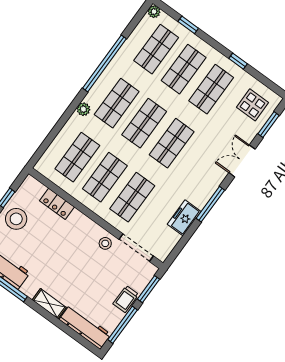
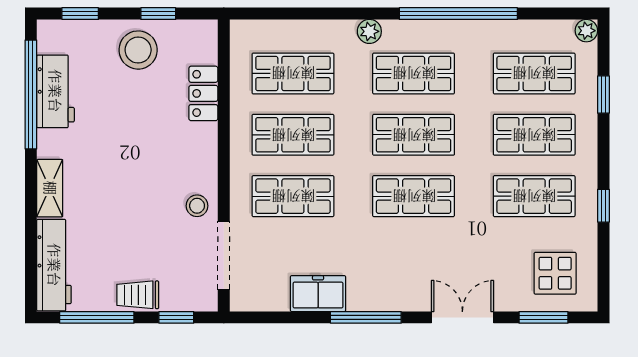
window: (148, 289) -> (176, 317), width x0.67

